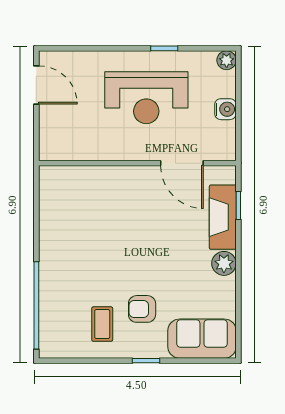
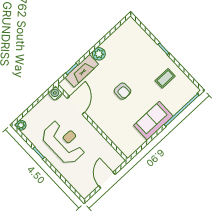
door: (36, 85) -> (107, 180), moved
water cooler: (225, 109) -> (55, 94), moved
armchair: (142, 309) -> (123, 91), moved
sofa: (202, 339) -> (153, 121), moved, turned 90

